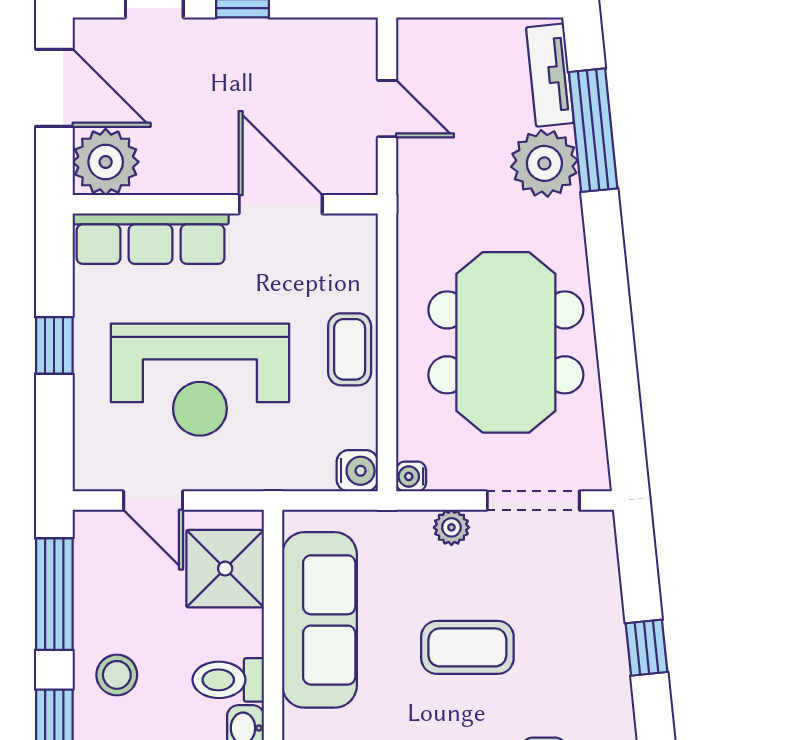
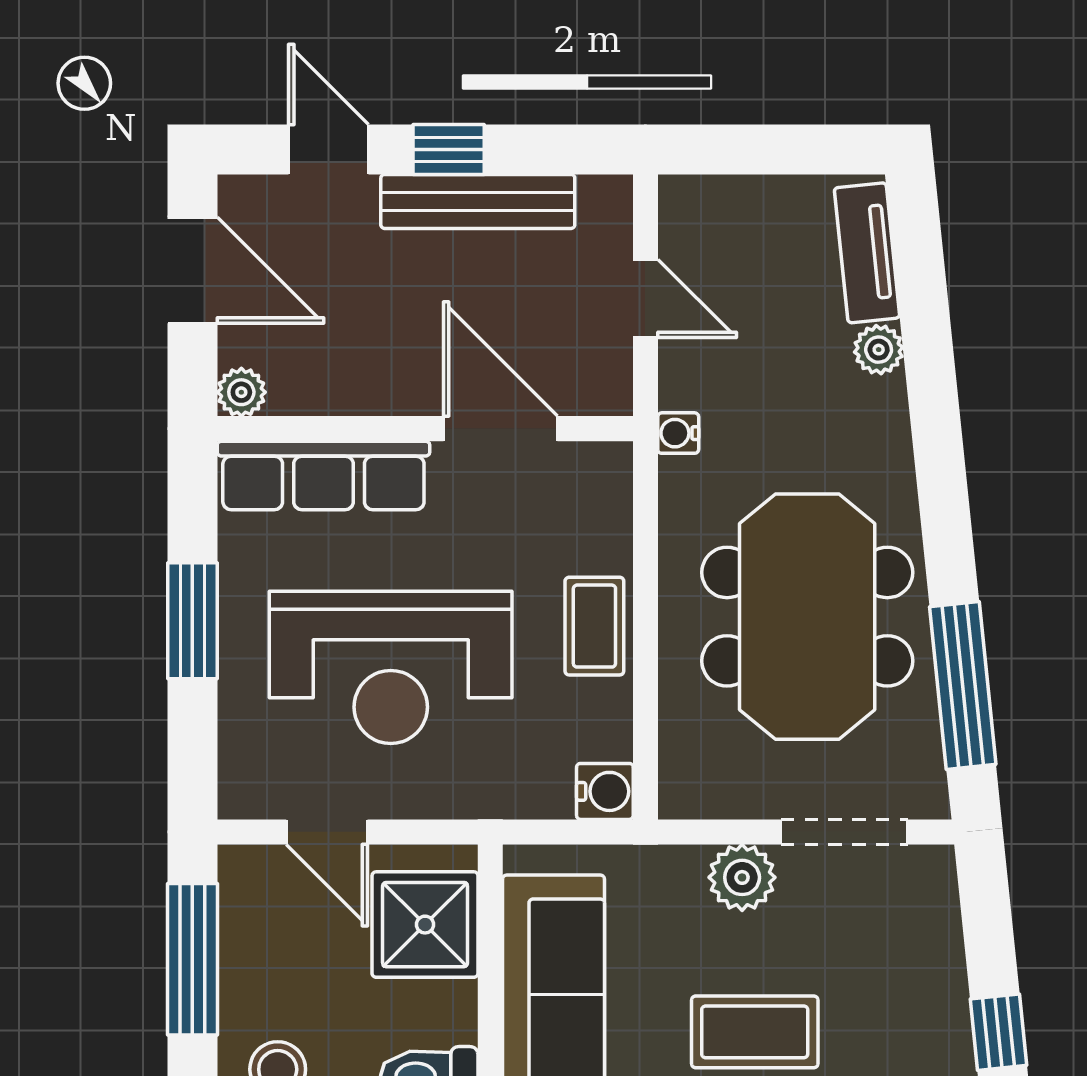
bench: (264, 37) -> (478, 201), added
window: (593, 130) -> (963, 685), moved
plant: (106, 162) -> (241, 392), width x0.53, depth x0.53
plant: (544, 163) -> (879, 350), width x0.53, depth x0.53
window: (54, 345) -> (192, 621), width x1.50
water cooler: (411, 476) -> (678, 433), moved
plant: (451, 527) -> (742, 877), width x1.38, depth x1.38

